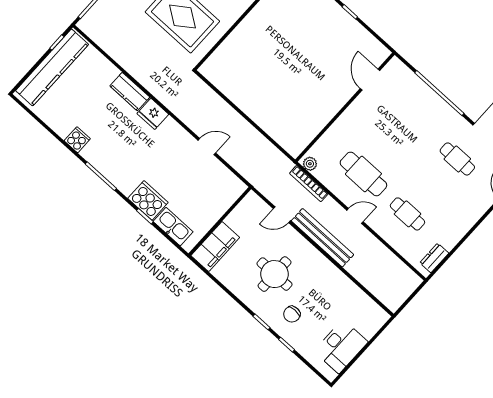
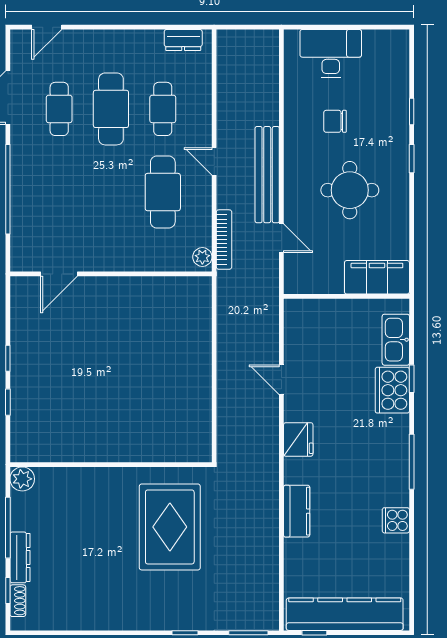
fridge: (153, 114) -> (298, 439), moved
cafe table: (432, 186) -> (111, 109), added
chair: (292, 314) -> (335, 121), moved, turned 180
desk: (341, 346) -> (331, 53), moved

